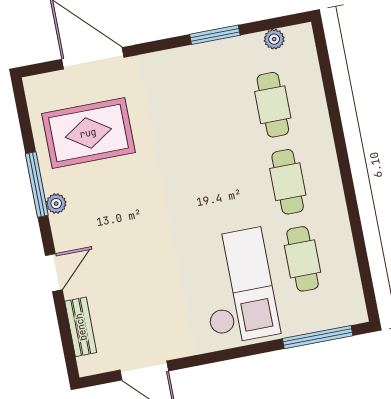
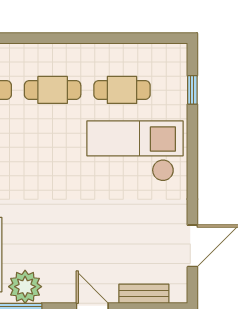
plant: (56, 204) -> (25, 287), width x1.88, depth x1.88
window: (318, 337) -> (192, 90), width x0.46

